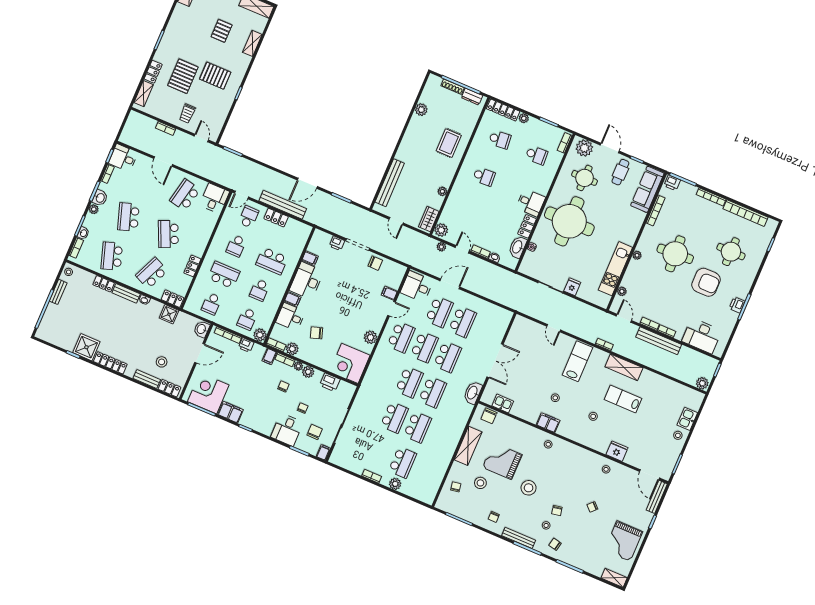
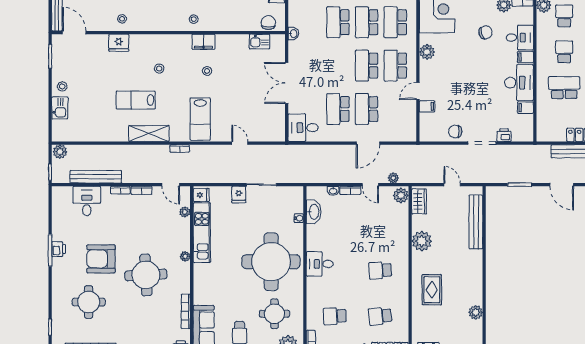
door: (307, 183) -> (562, 185), swing flipped
plant: (442, 191) -> (422, 241), width x1.87, depth x1.87
locker: (527, 226) -> (313, 238), removed
desk: (417, 287) -> (303, 128), moved, turned 180
fridge: (603, 299) -> (201, 195), added
desk: (702, 336) -> (87, 201), width x0.73
bench: (659, 341) -> (96, 177), moved
school desk: (447, 357) -> (395, 22), moved
washbasin: (473, 393) -> (293, 34), width x0.52, depth x0.69
lab bench: (623, 399) -> (136, 100), turned 180

